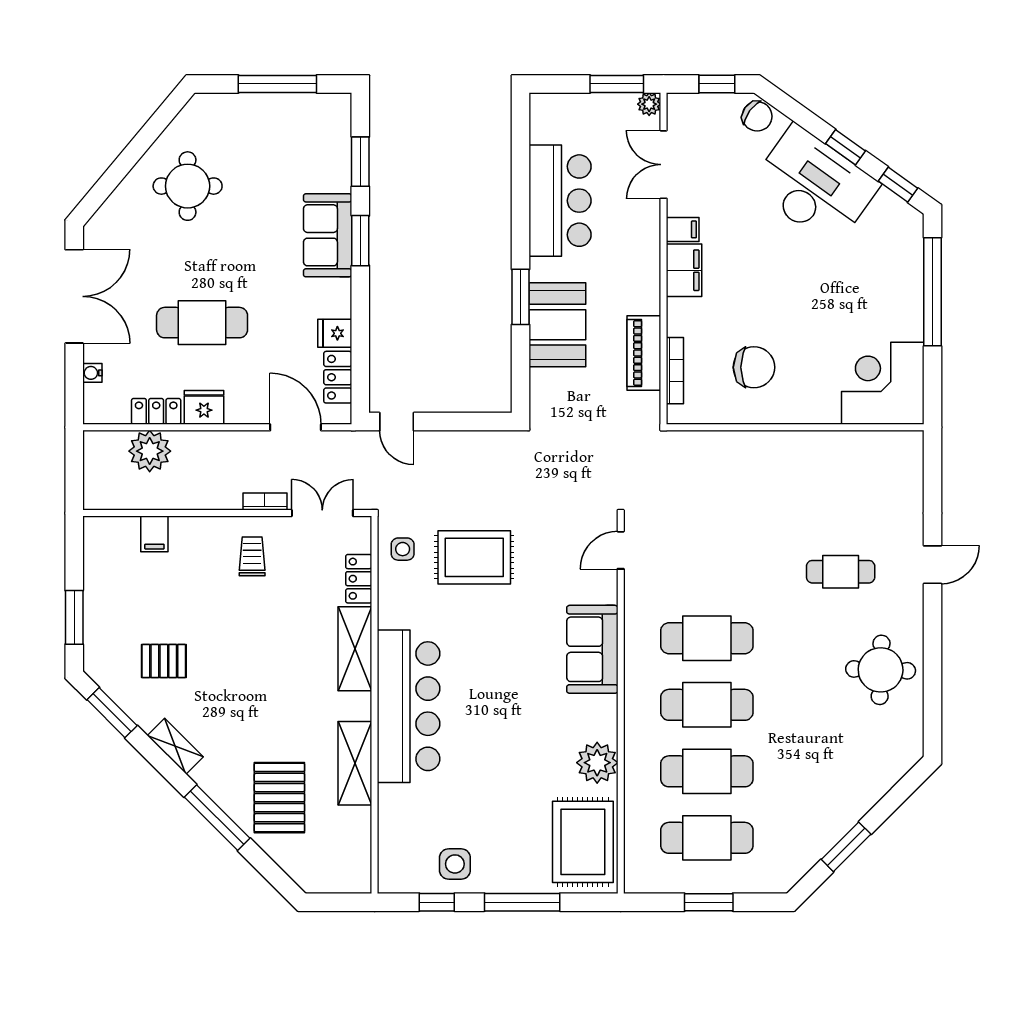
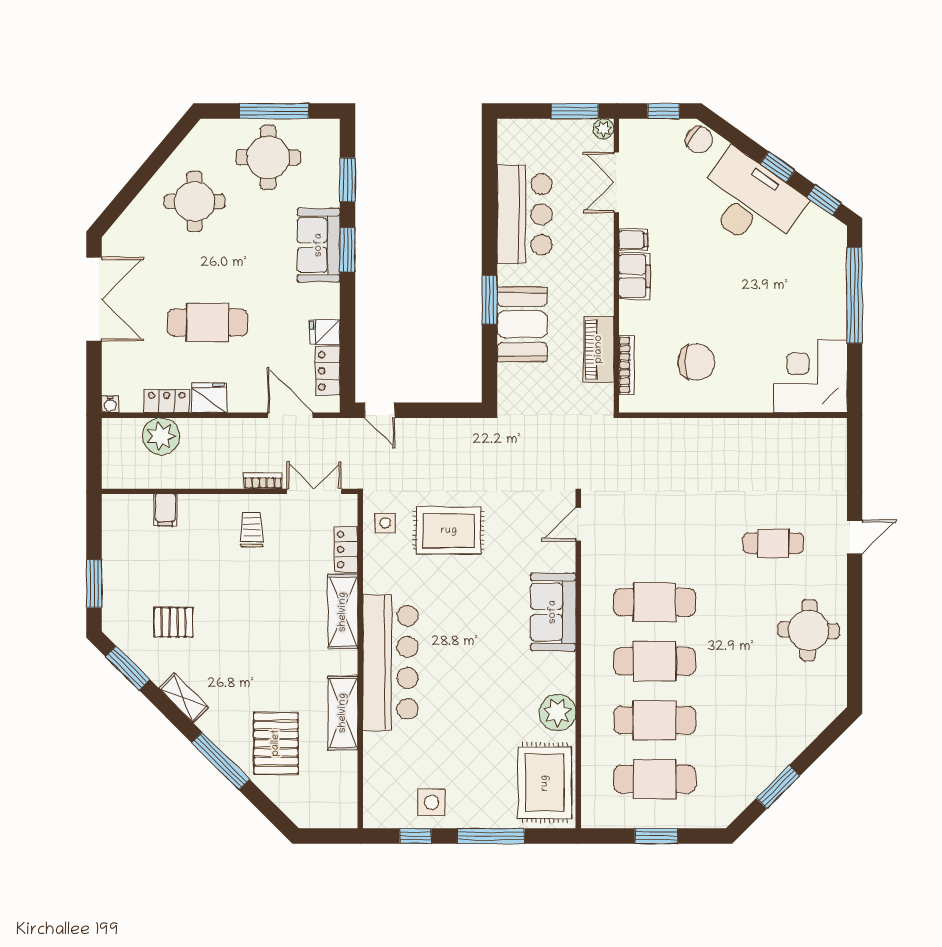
round table: (271, 136) -> (268, 157), added
water cooler: (92, 373) -> (110, 404), moved, turned -90

